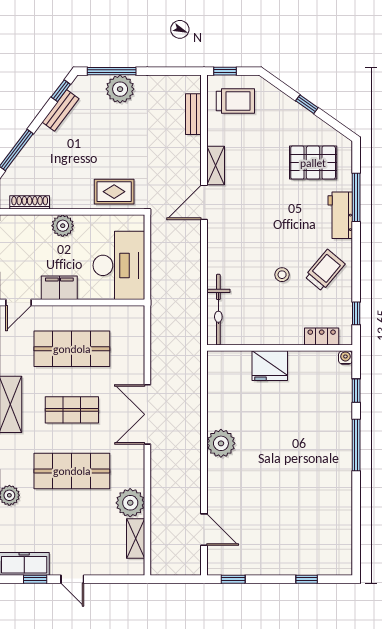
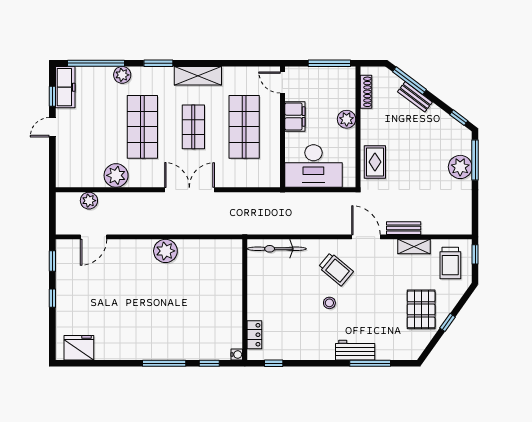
bench: (61, 110) -> (415, 97), moved
bench: (193, 114) -> (404, 228), moved
pallet: (313, 163) -> (421, 309), moved
shelving: (216, 165) -> (414, 246), moved
trolley: (325, 270) -> (336, 269), moved
stool: (282, 275) -> (329, 303), moved
fridge: (270, 366) -> (79, 348), moved, turned 90
plant: (160, 535) -> (89, 201), added
shelving: (136, 538) -> (86, 180), removed
window: (307, 579) -> (52, 298), moved

